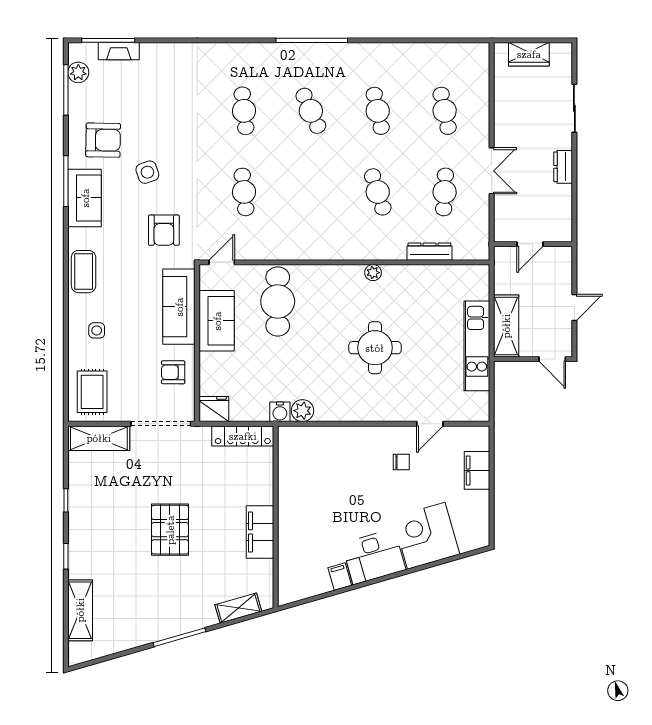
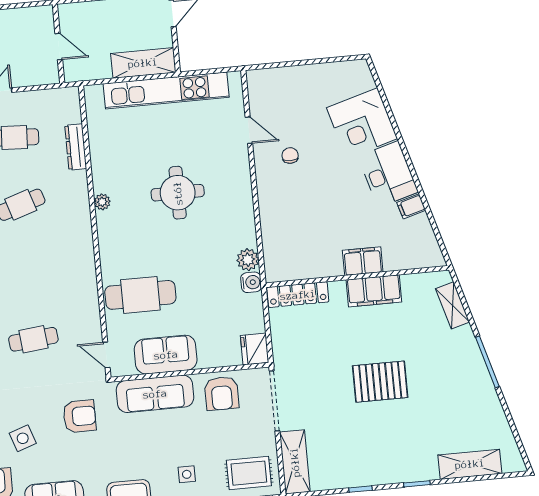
kitchen unit: (477, 346) -> (166, 90), width x1.36
armchair: (173, 372) -> (222, 393), width x1.38, depth x1.38
locker: (243, 436) -> (298, 295), moved, turned 90
filing cabinet: (477, 470) -> (363, 261), moved, turned 180

